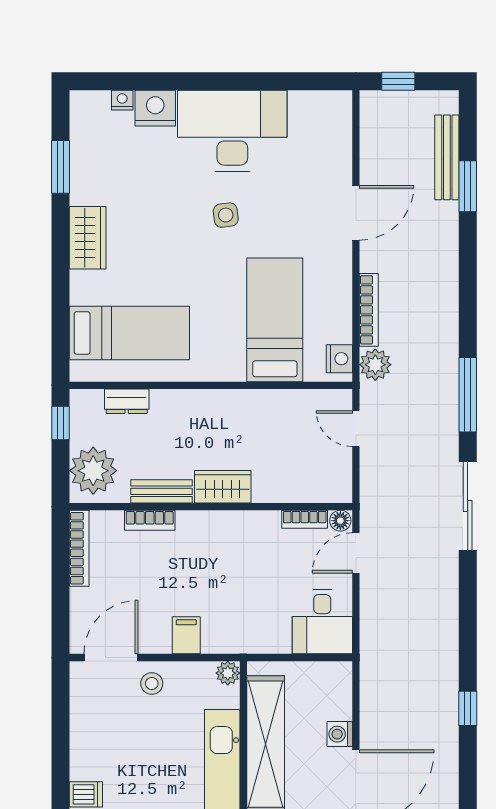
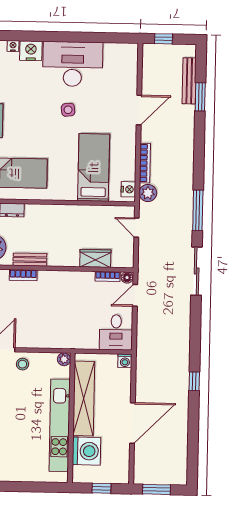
wardrobe: (223, 487) -> (95, 258), moved
filing cabinet: (186, 635) -> (42, 338), removed
washing machine: (340, 734) -> (125, 361), moved, turned -90

